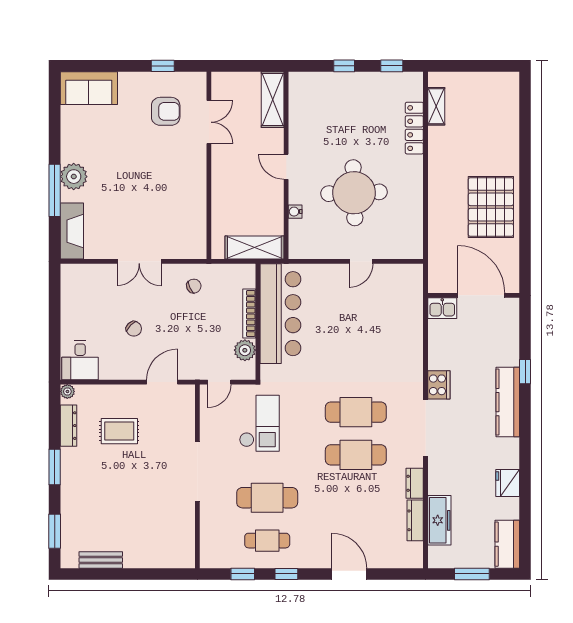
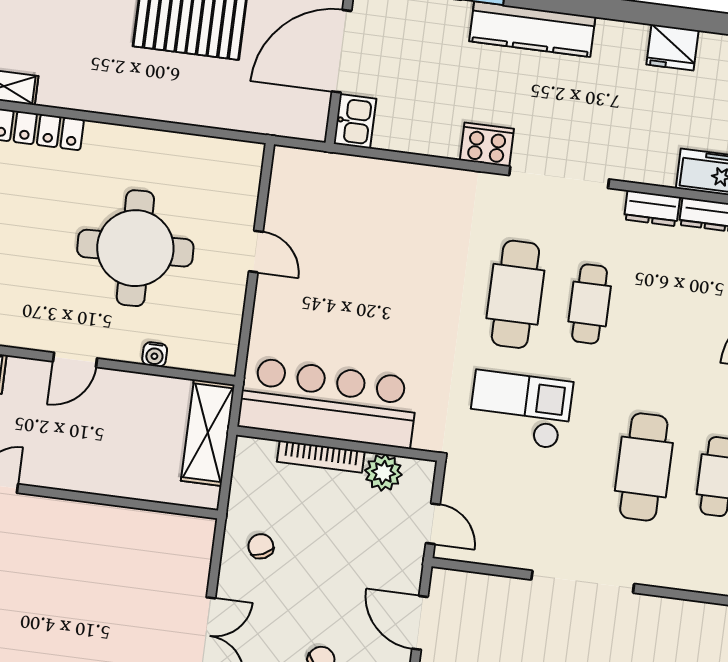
checkout: (259, 423) -> (520, 410), moved
cafe table: (356, 455) -> (590, 304), width x0.73, depth x0.74

